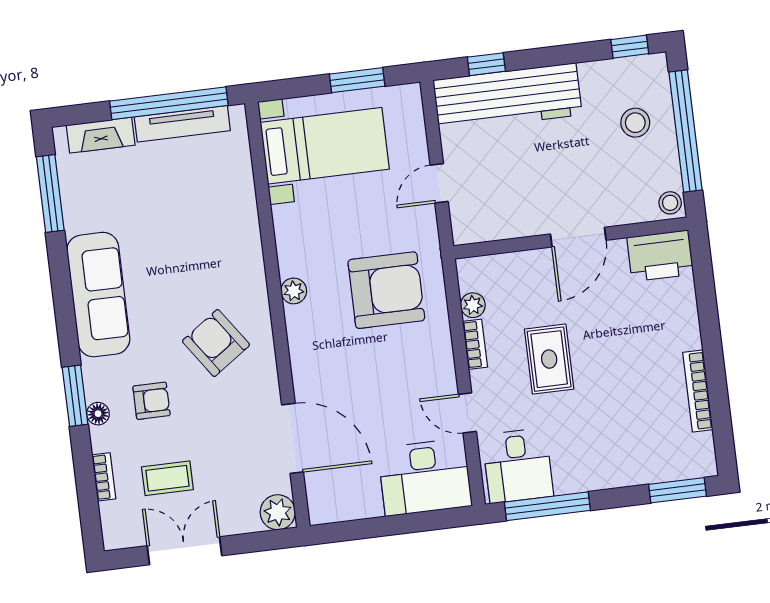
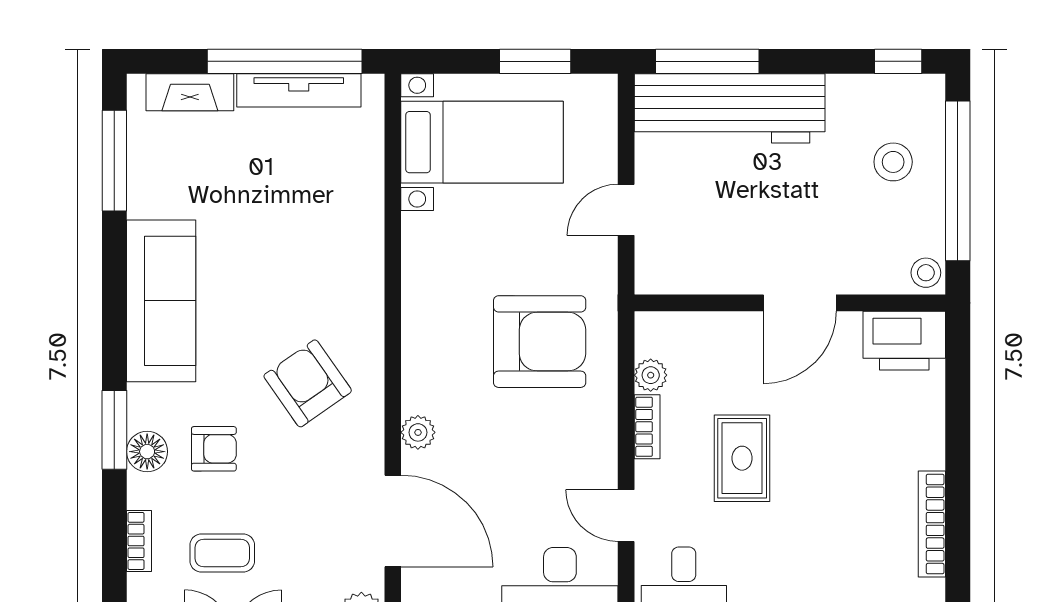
window: (486, 64) -> (707, 61), width x2.17
plant: (294, 291) -> (418, 432), moved
floor lamp: (98, 414) -> (147, 452), width x1.37, depth x1.37

